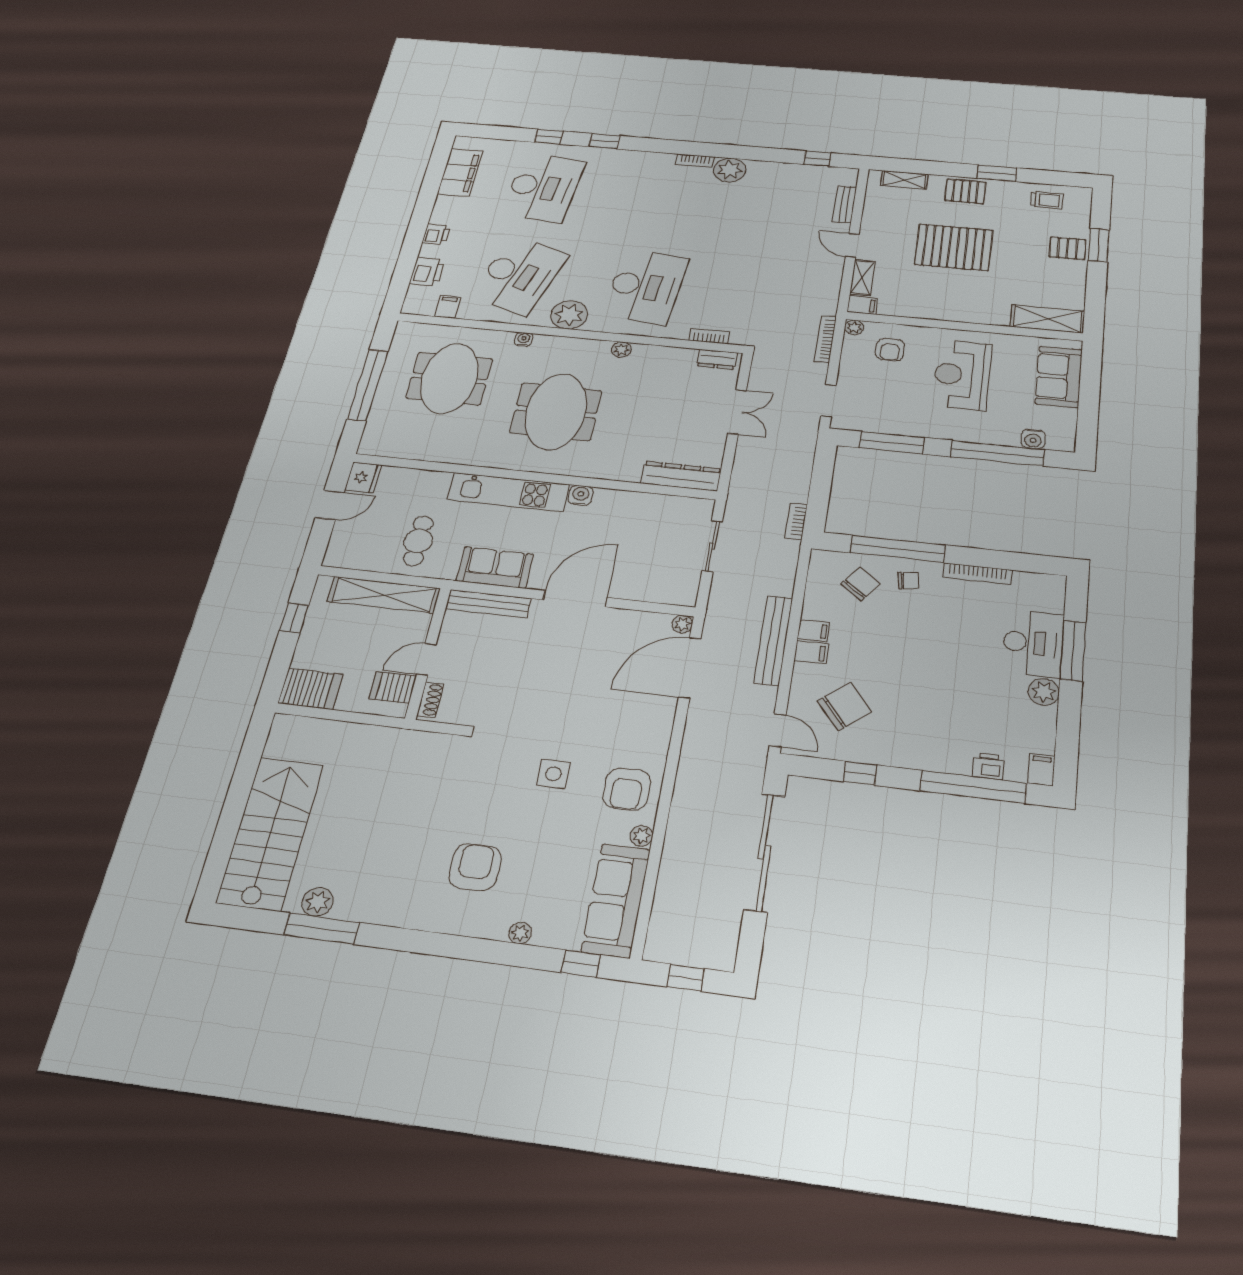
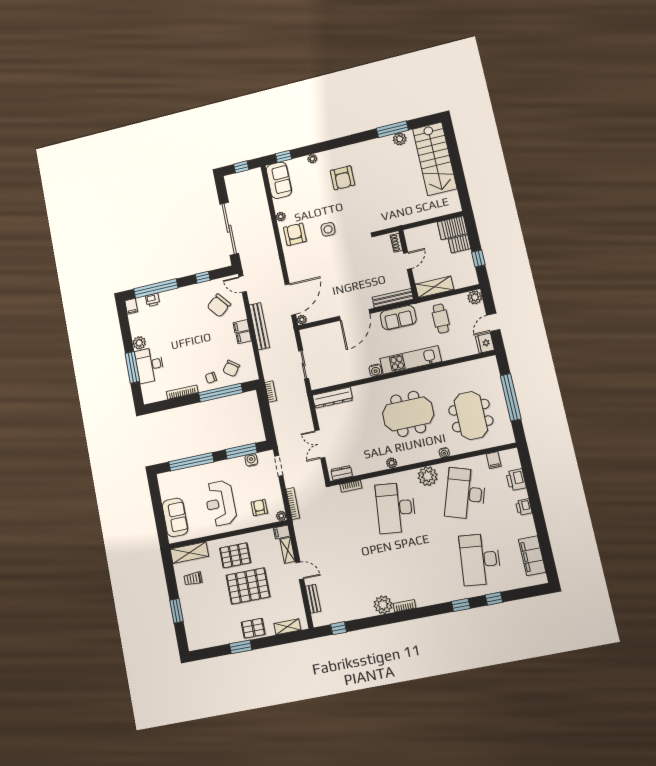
trolley: (1047, 200) -> (193, 579), moved
pallet: (1067, 248) -> (235, 555), moved, width x1.50, depth x1.42
reception desk: (962, 375) -> (220, 503), turned 180
meeting table: (556, 412) -> (408, 414), turned 90
water cooler: (1033, 439) -> (251, 460), moved
plant: (338, 555) -> (475, 297), added
shelving: (384, 595) -> (435, 287), width x0.68
server rack: (393, 687) -> (460, 244), moved, turned 180
sofa: (616, 900) -> (279, 180), width x0.73

